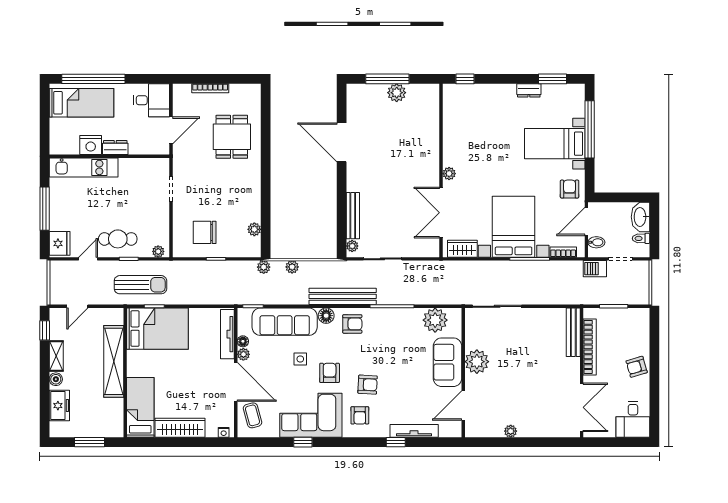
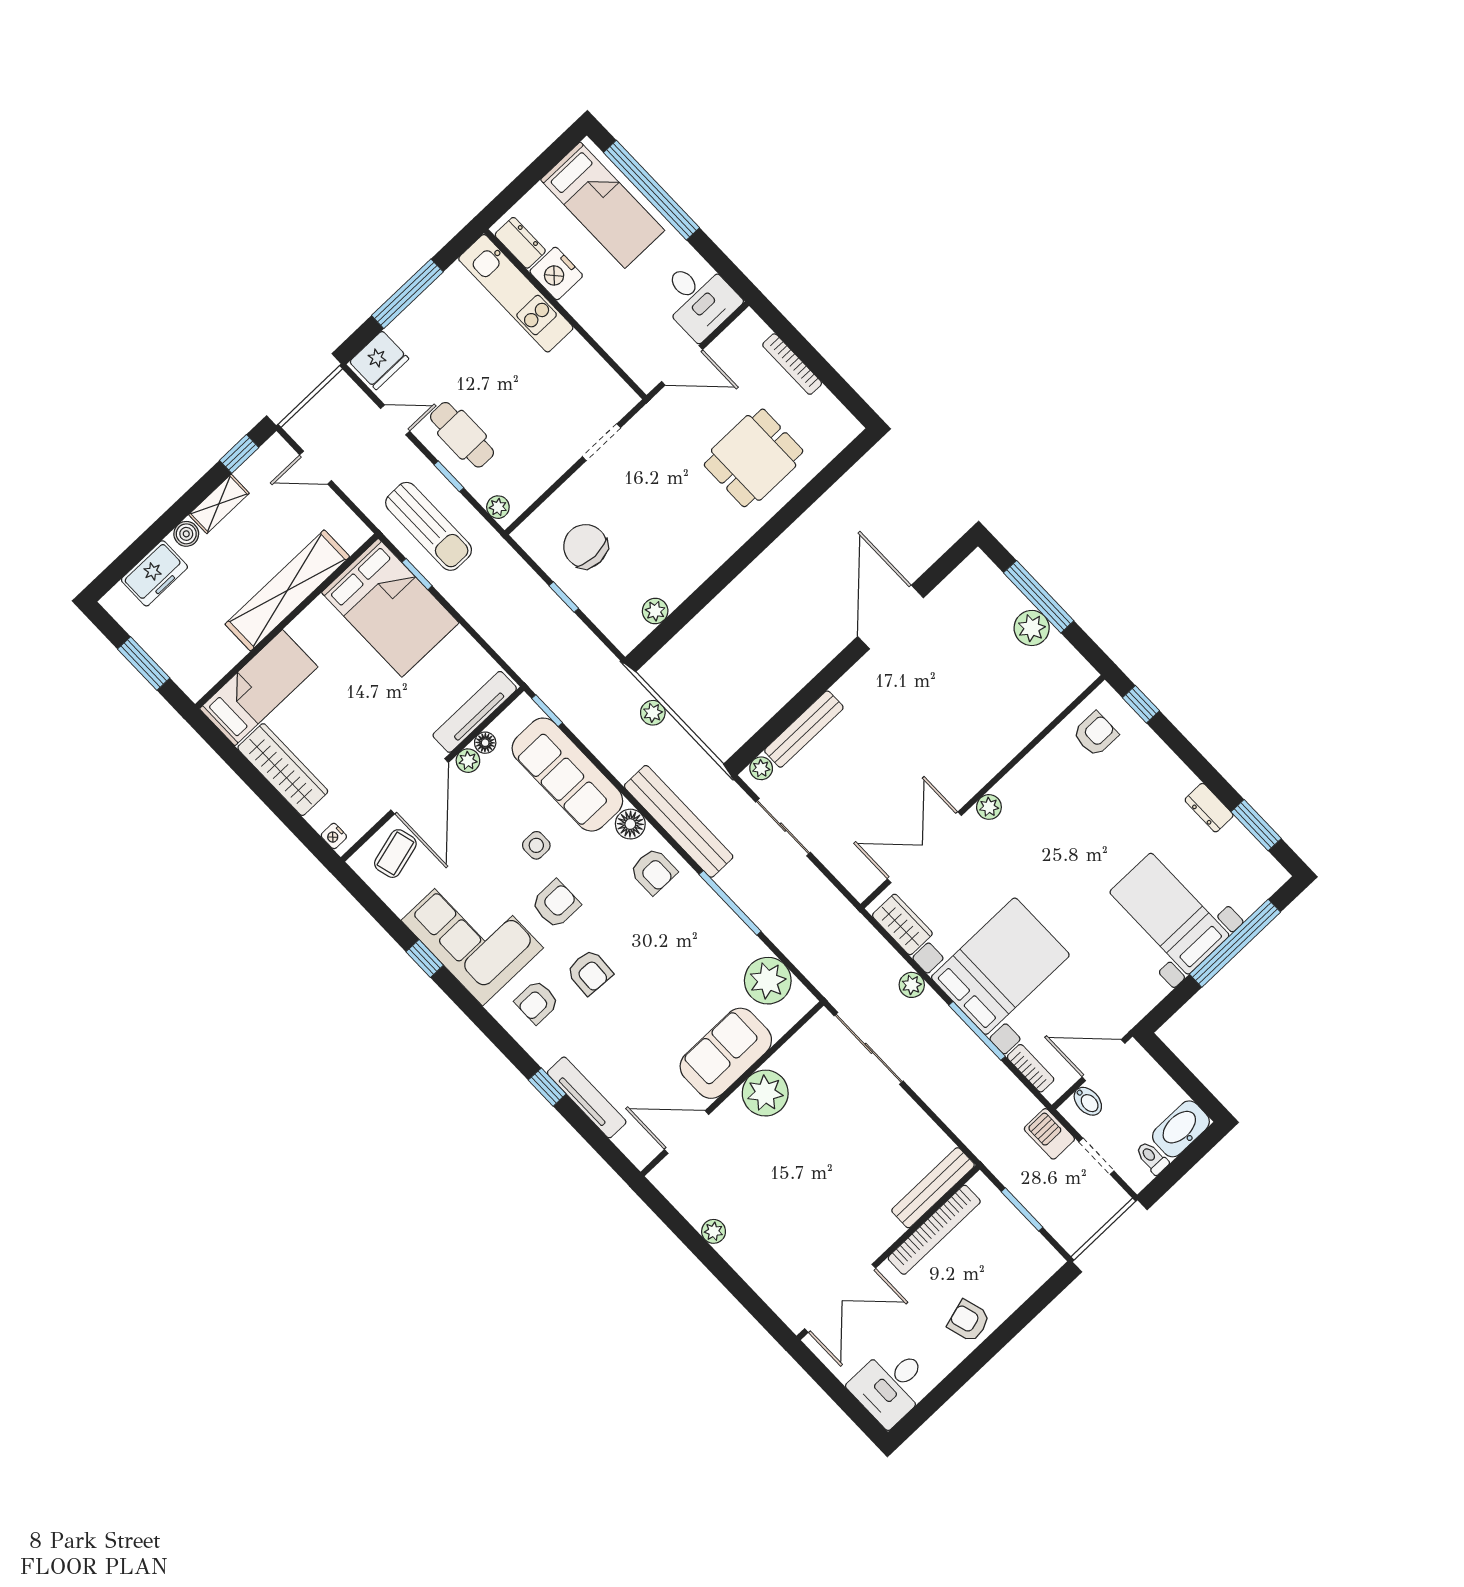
dresser: (115, 148) -> (520, 243), moved
armchair: (570, 189) -> (1095, 734), moved
plant: (264, 267) -> (912, 985), moved

